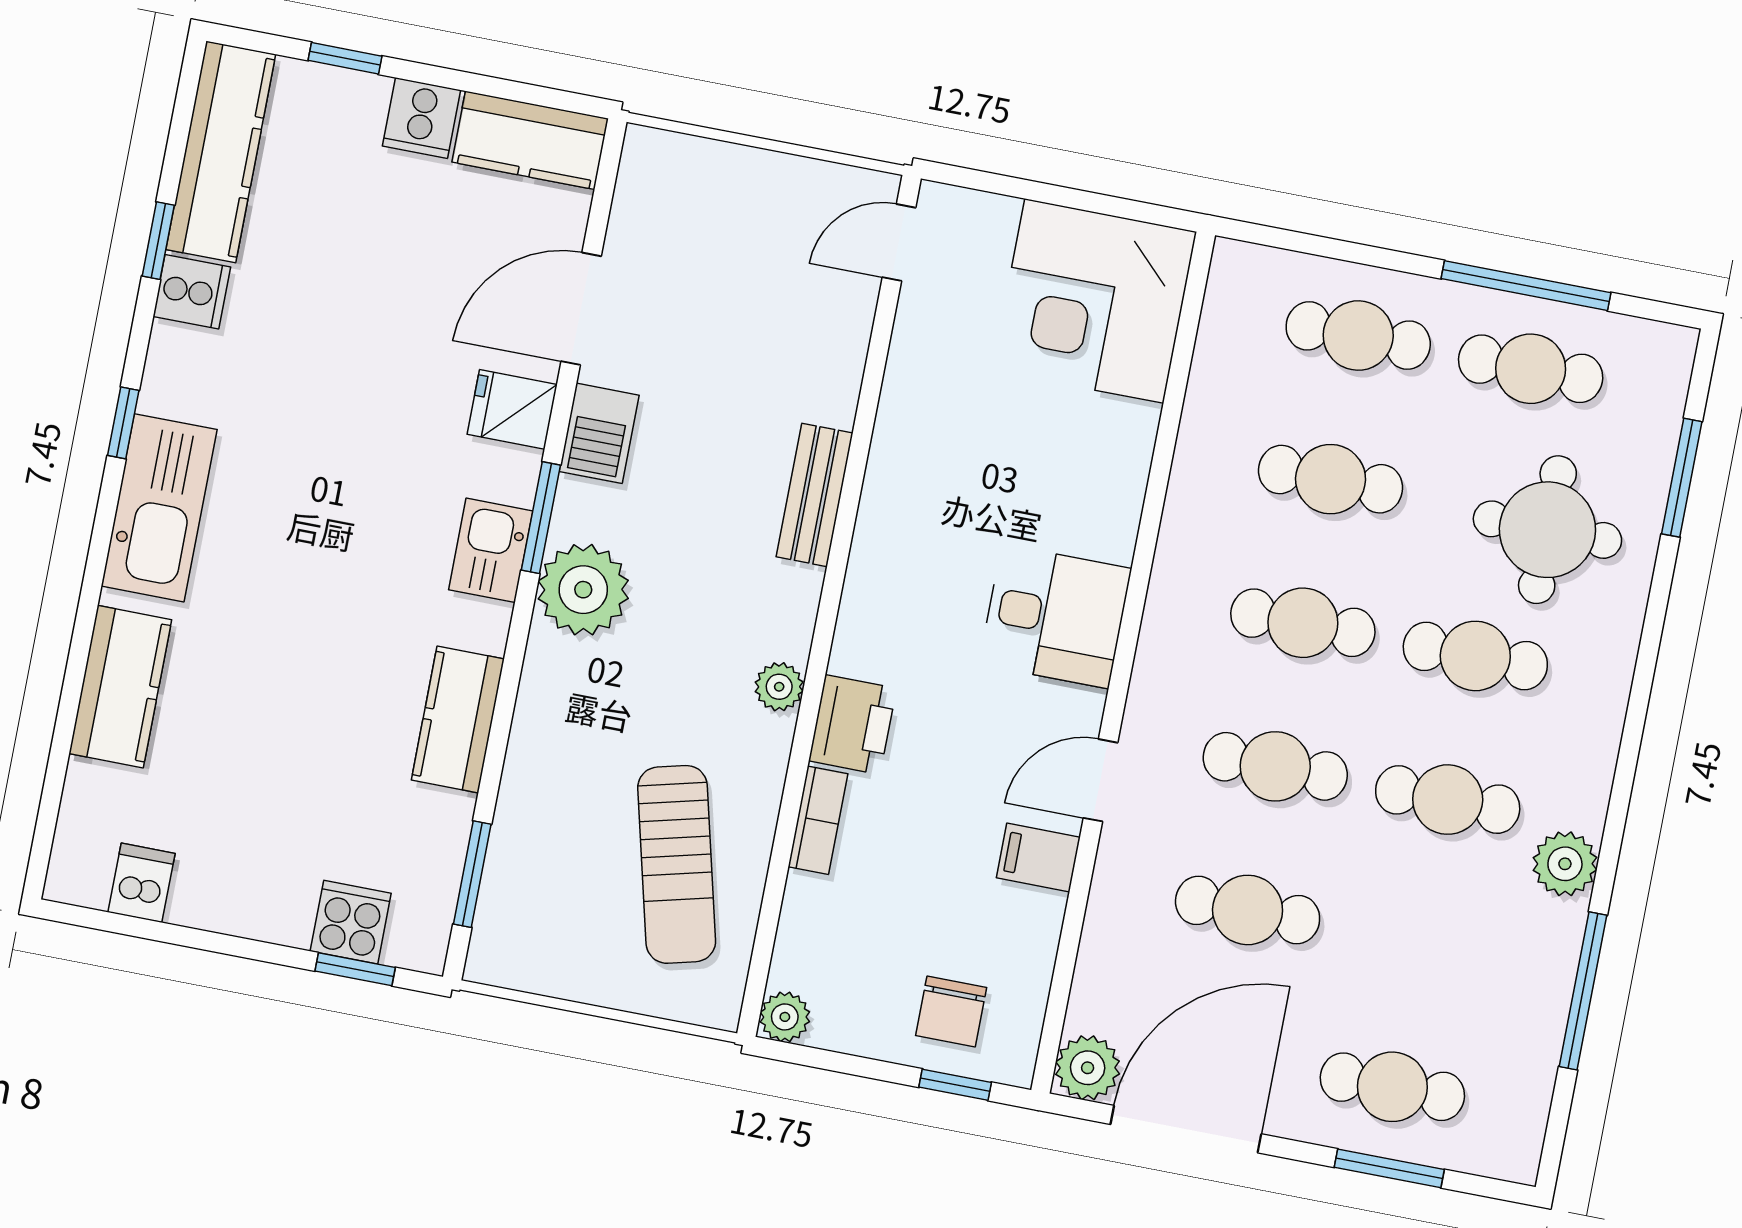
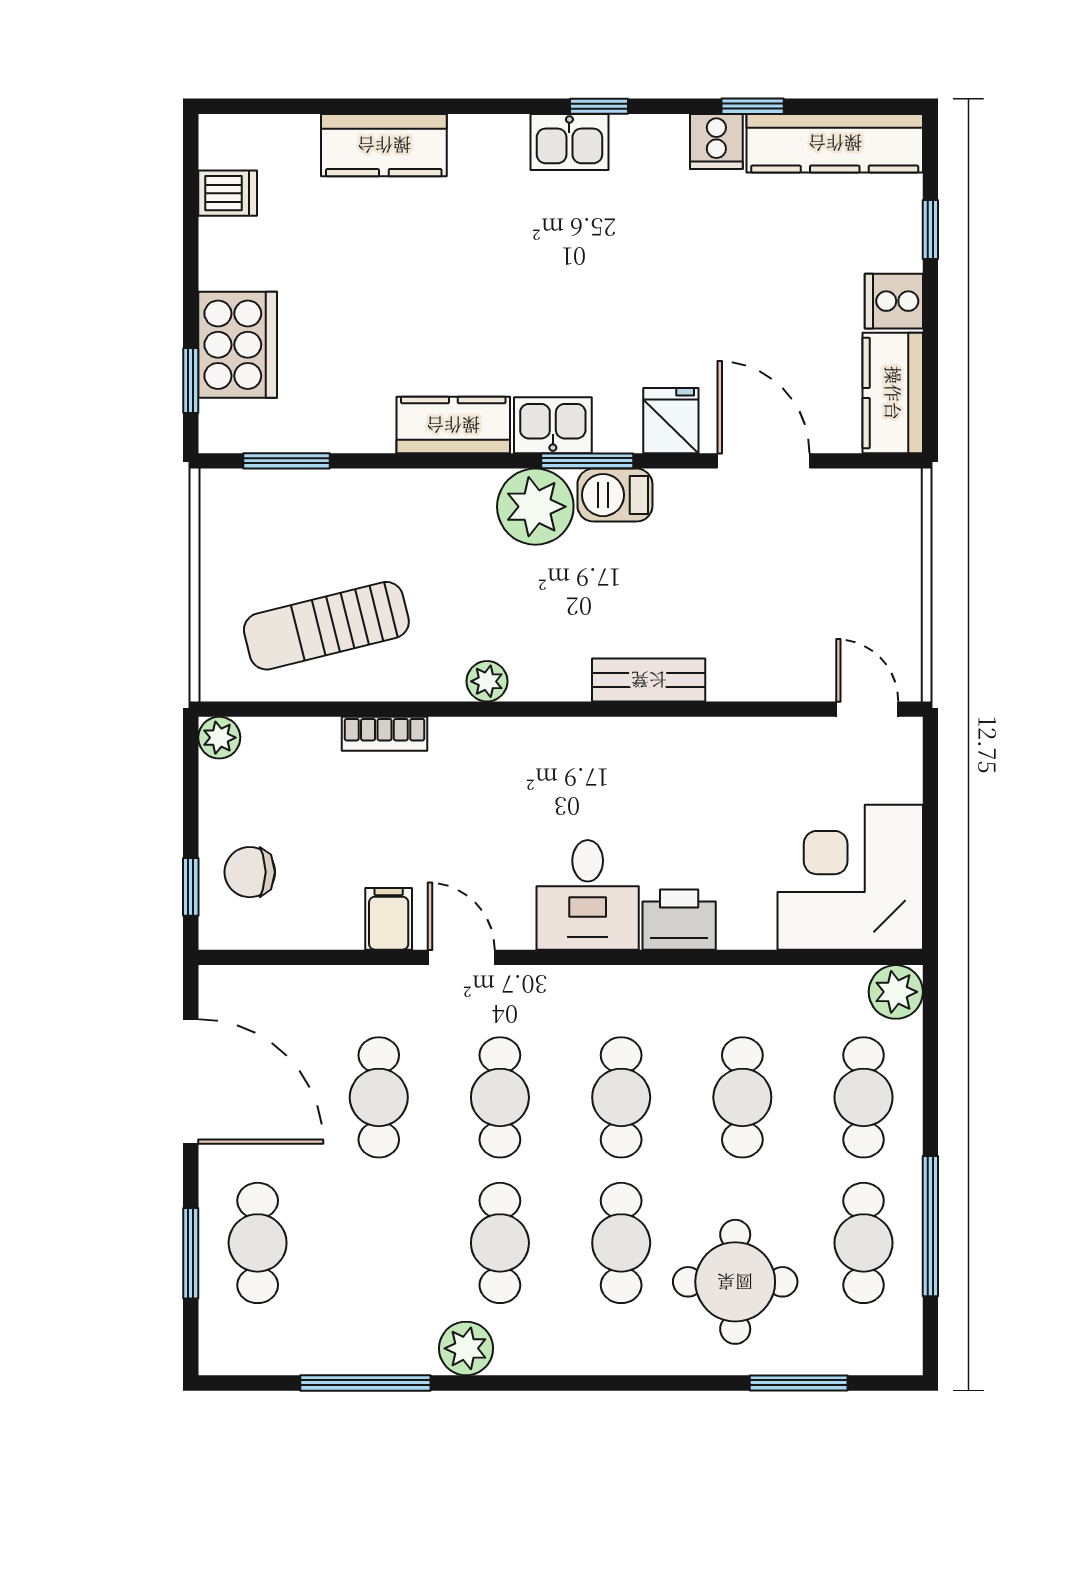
barbecue: (599, 433) -> (615, 495), moved
kitchen sink: (159, 508) -> (569, 142), width x0.53, depth x0.81
kitchen counter: (458, 719) -> (453, 425), moved
printer: (853, 725) -> (679, 920), moved, turned 180
cooker: (351, 922) -> (238, 345), width x1.87, depth x1.31
plant: (1088, 1068) -> (896, 992), moved

